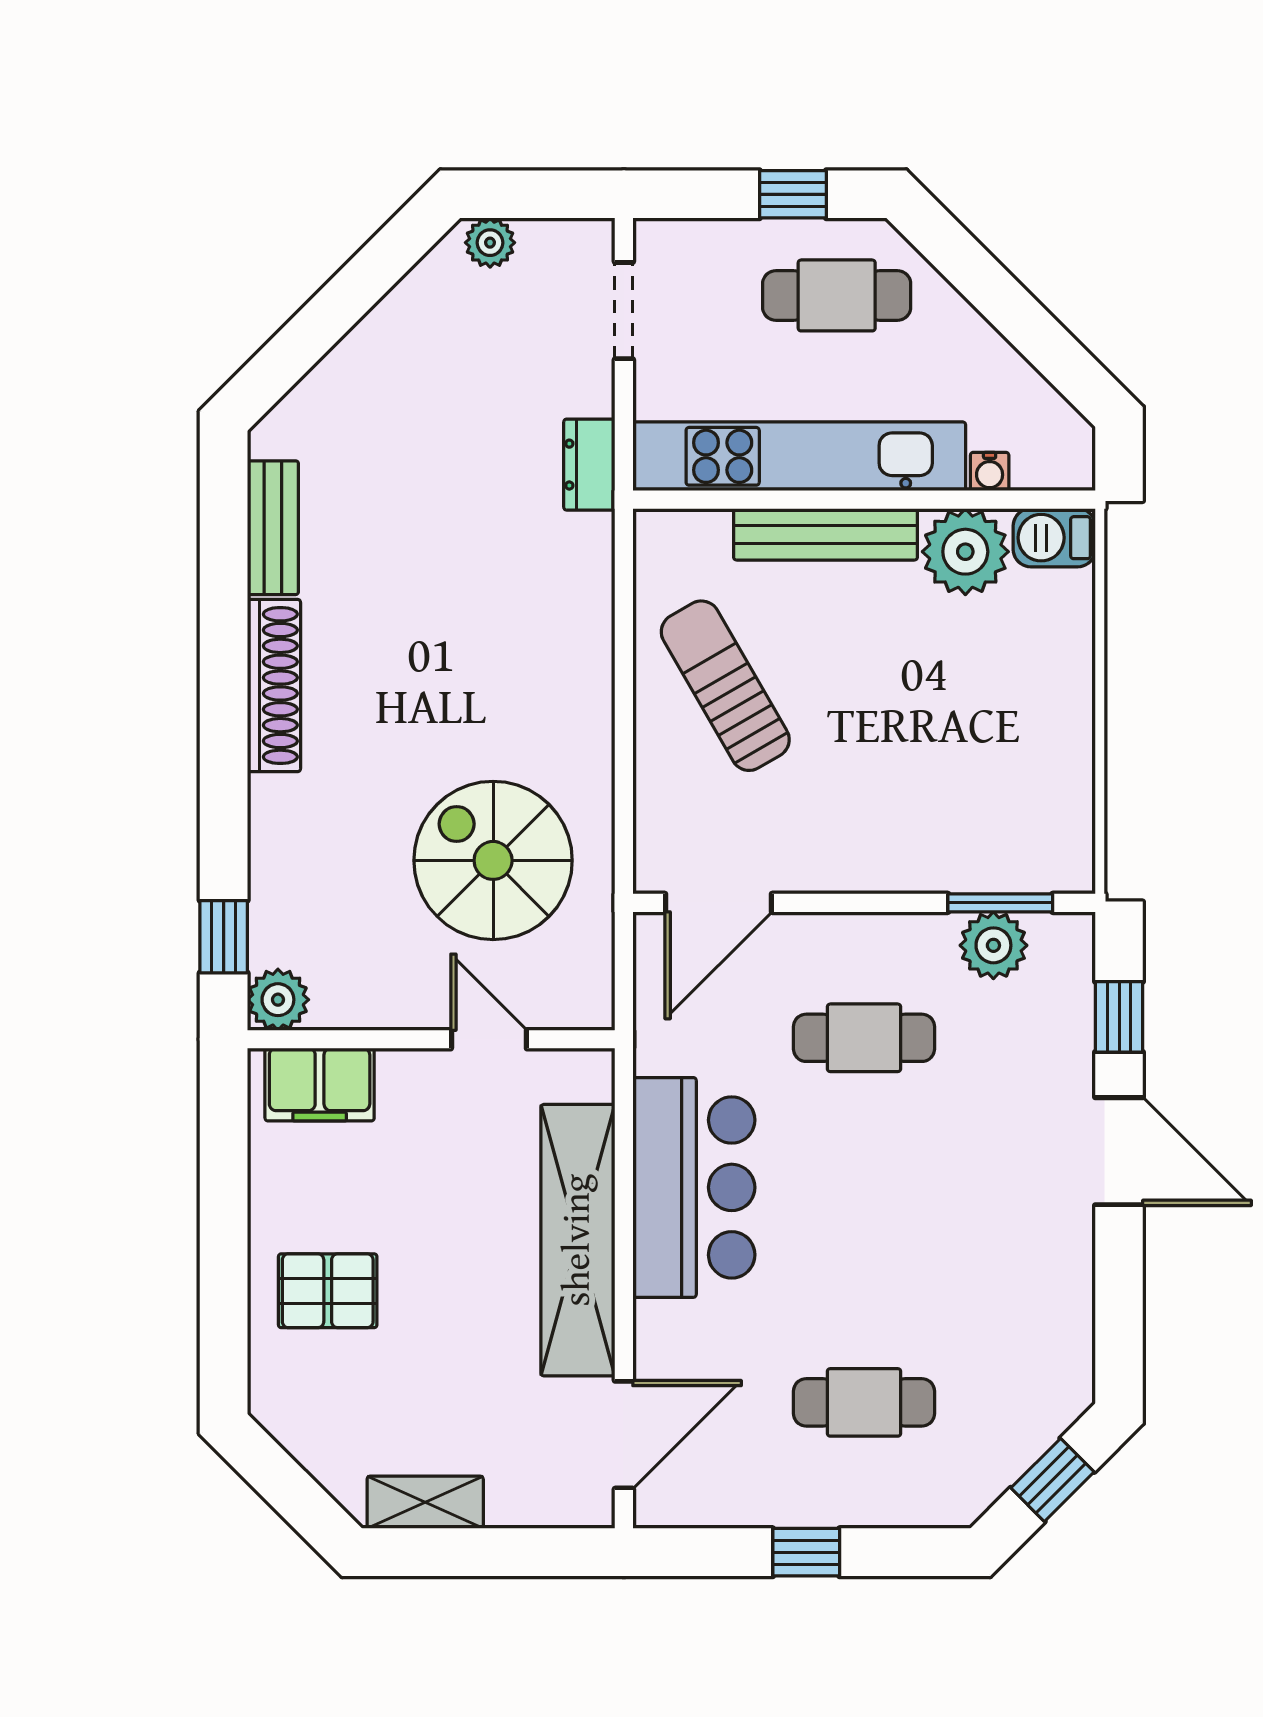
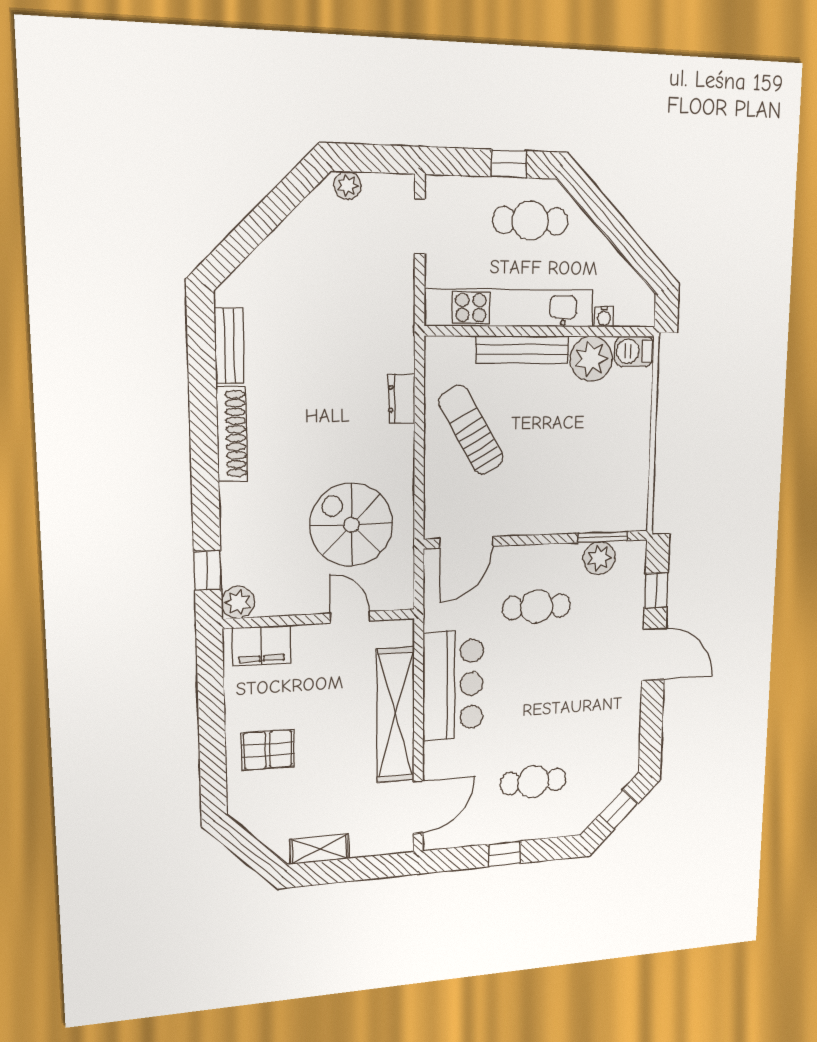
dresser: (589, 465) -> (401, 399), moved

